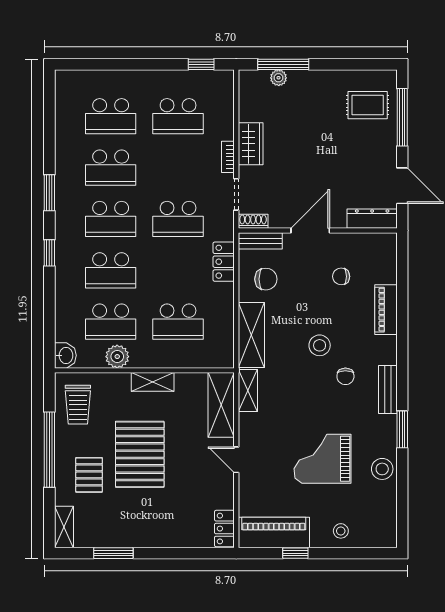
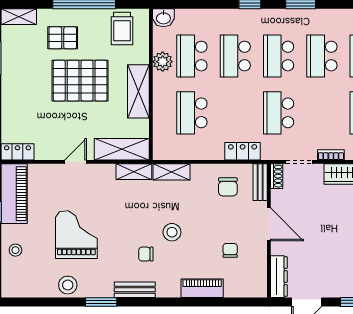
shelving: (251, 335) -> (171, 172), width x0.67, depth x0.75
shelving: (153, 382) -> (138, 91), width x1.50, depth x1.33
trolley: (78, 405) -> (122, 28), turned -90

